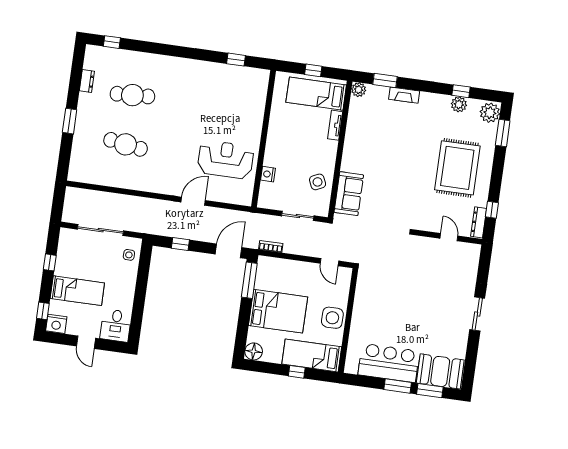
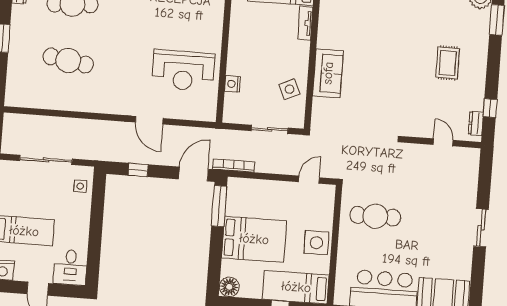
reception desk: (226, 160) -> (183, 70), turned 180
rug: (457, 168) -> (448, 63), width x0.54, depth x0.49
sofa: (349, 194) -> (328, 73), moved
door: (193, 201) -> (149, 120), swing flipped
dresser: (479, 222) -> (476, 123), width x0.70
bookcase: (271, 246) -> (234, 166), width x1.56
door: (329, 262) -> (309, 180), swing flipped
cafe table: (385, 298) -> (375, 216), added

